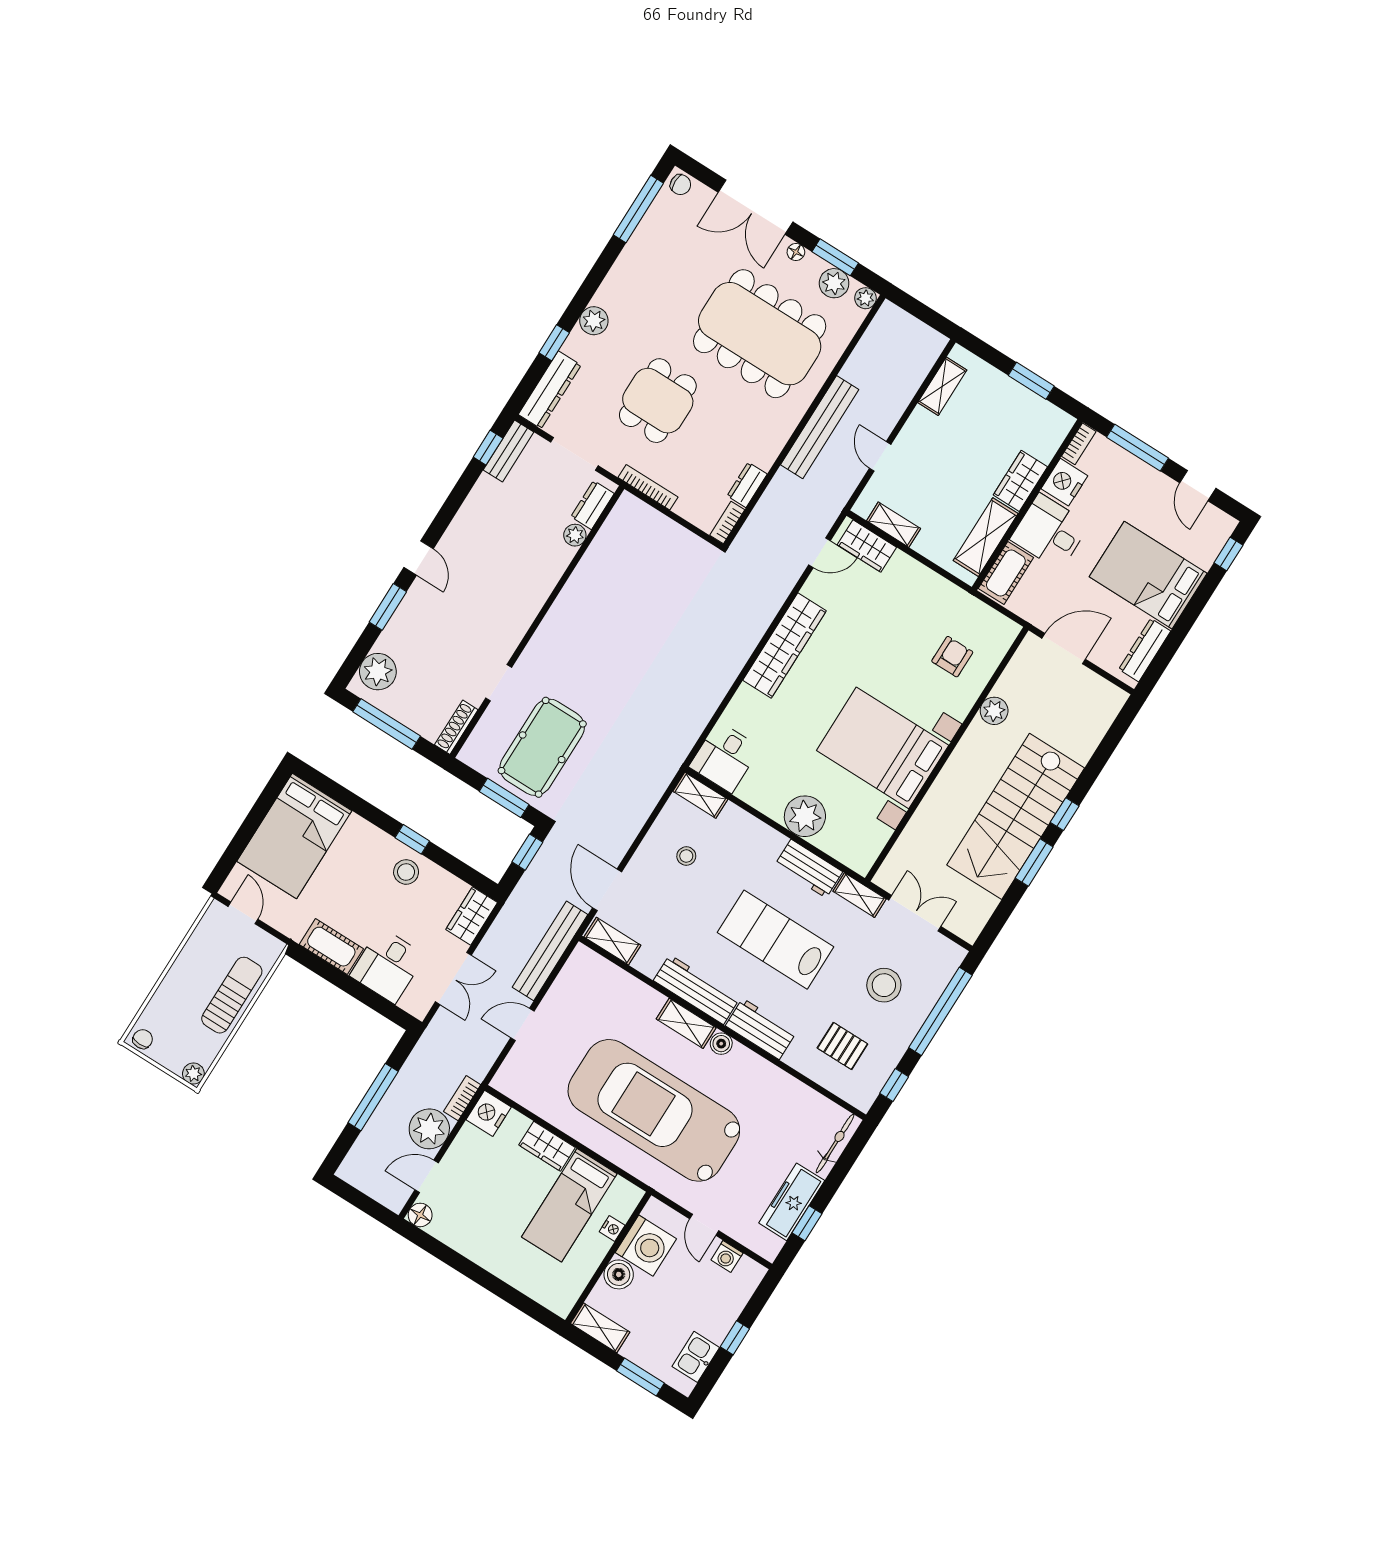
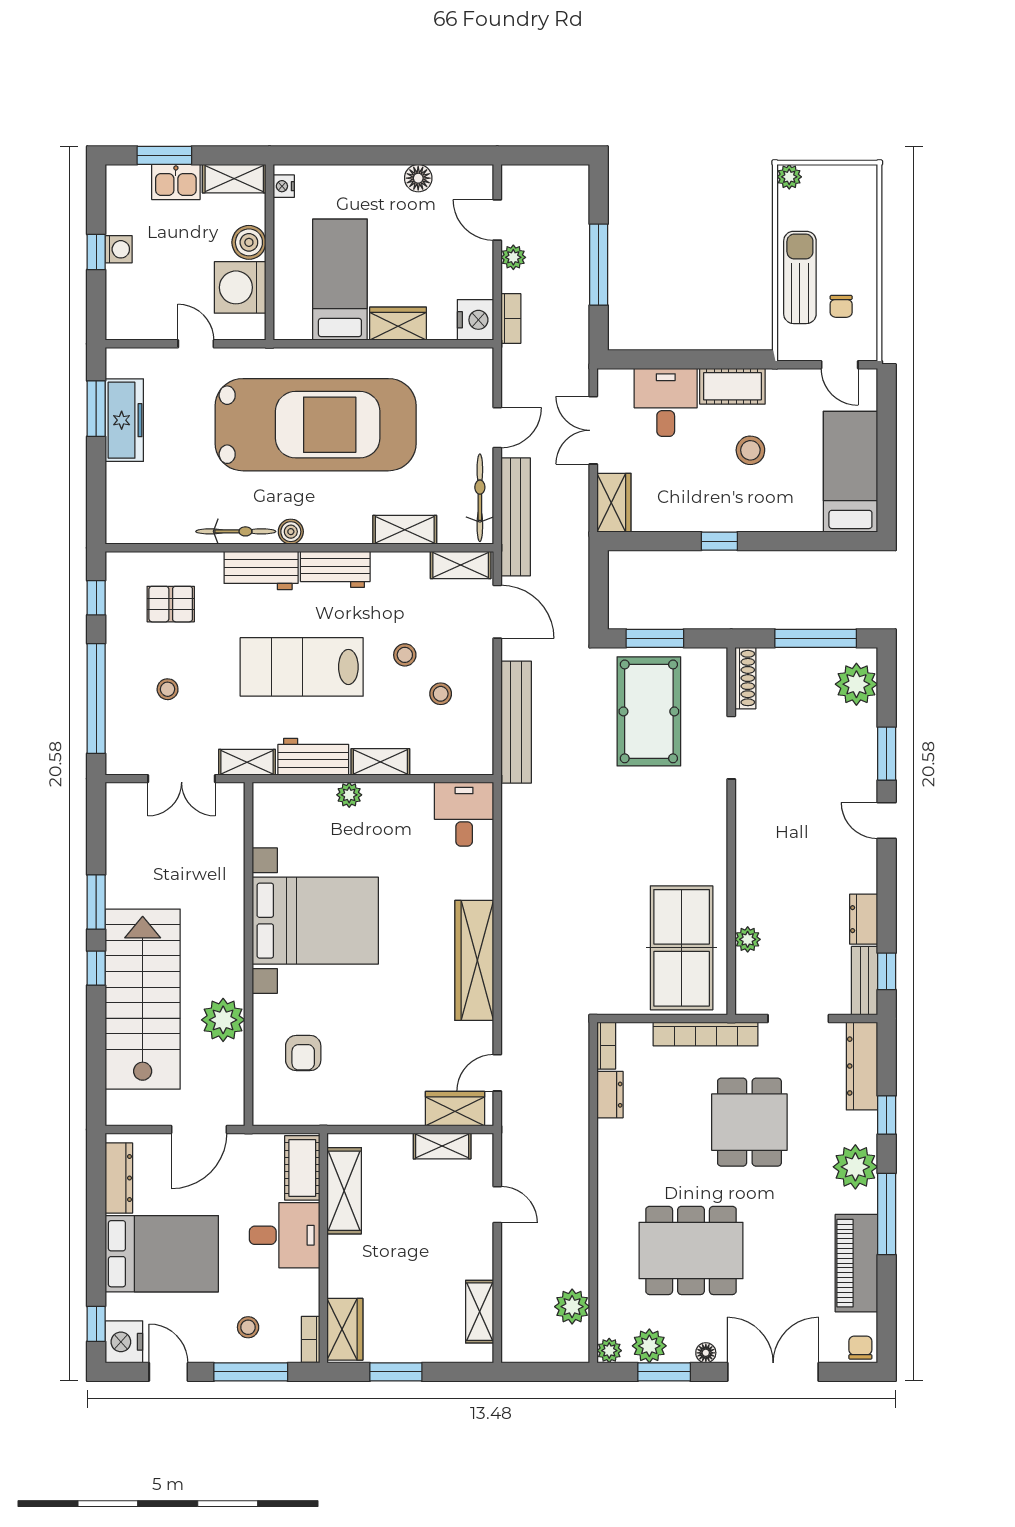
chair: (680, 185) -> (860, 1348), turned 90
window: (638, 209) -> (887, 1214), moved
piano: (644, 248) -> (856, 1263), added
plant: (594, 321) -> (855, 1167), width x1.36, depth x1.36
dining table: (760, 334) -> (691, 1250), width x0.73, depth x0.80
plant: (872, 347) -> (572, 1307), added
bench: (820, 427) -> (516, 722), moved
wardrobe: (1020, 481) -> (345, 1329), moved
stool: (1119, 481) -> (248, 1327), added
nightstand: (1064, 482) -> (124, 1342), moved, turned 180
bookcase: (648, 487) -> (706, 1034), width x1.48, depth x1.31
dresser: (592, 505) -> (864, 919), moved, turned 180
table tennis table: (627, 559) -> (682, 948), added
doorway: (499, 683) -> (731, 748), width x1.38
plant: (994, 711) -> (223, 1020), width x1.36, depth x1.36
shelving: (700, 795) -> (380, 762), moved
plant: (805, 816) -> (349, 795), width x0.53, depth x0.53
stairs: (1016, 816) -> (143, 999), moved
bed: (294, 836) -> (850, 472), width x0.67
window: (527, 852) -> (599, 600), removed
stool: (406, 872) -> (750, 450), moved
stool: (695, 901) -> (405, 655), added
lab bench: (776, 940) -> (302, 667), turned 180
bicycle: (567, 981) -> (480, 498), added
stool: (884, 985) -> (168, 689), width x0.53, depth x0.53
workbench: (697, 990) -> (335, 569), width x0.73
sun lounger: (232, 995) -> (800, 277), turned 180
shelving: (686, 1023) -> (405, 530), moved
chair: (143, 1039) -> (841, 306), moved
plant: (429, 1129) -> (513, 257), width x0.53, depth x0.53
bicycle: (835, 1143) -> (236, 531), moved, turned -90
door: (427, 1176) -> (497, 220), swing flipped
floor lamp: (420, 1215) -> (418, 178), moved
window: (807, 1223) -> (96, 409), width x1.50
nightstand: (612, 1229) -> (284, 186), moved
washing machine: (727, 1257) -> (119, 249), moved, turned 90
kitchen sink: (696, 1357) -> (176, 182), moved, turned 90

